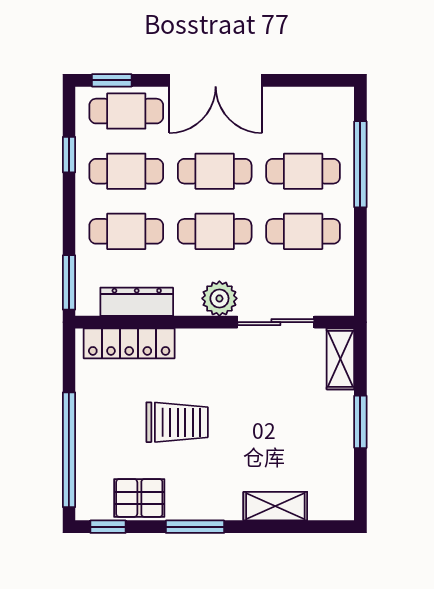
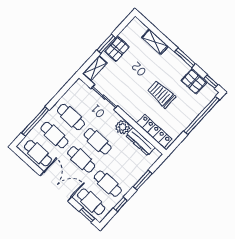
cafe table: (126, 231) -> (38, 153), moved
window: (69, 282) -> (143, 180), moved
plant: (219, 298) -> (123, 127), moved
pallet: (332, 430) -> (117, 49), added

